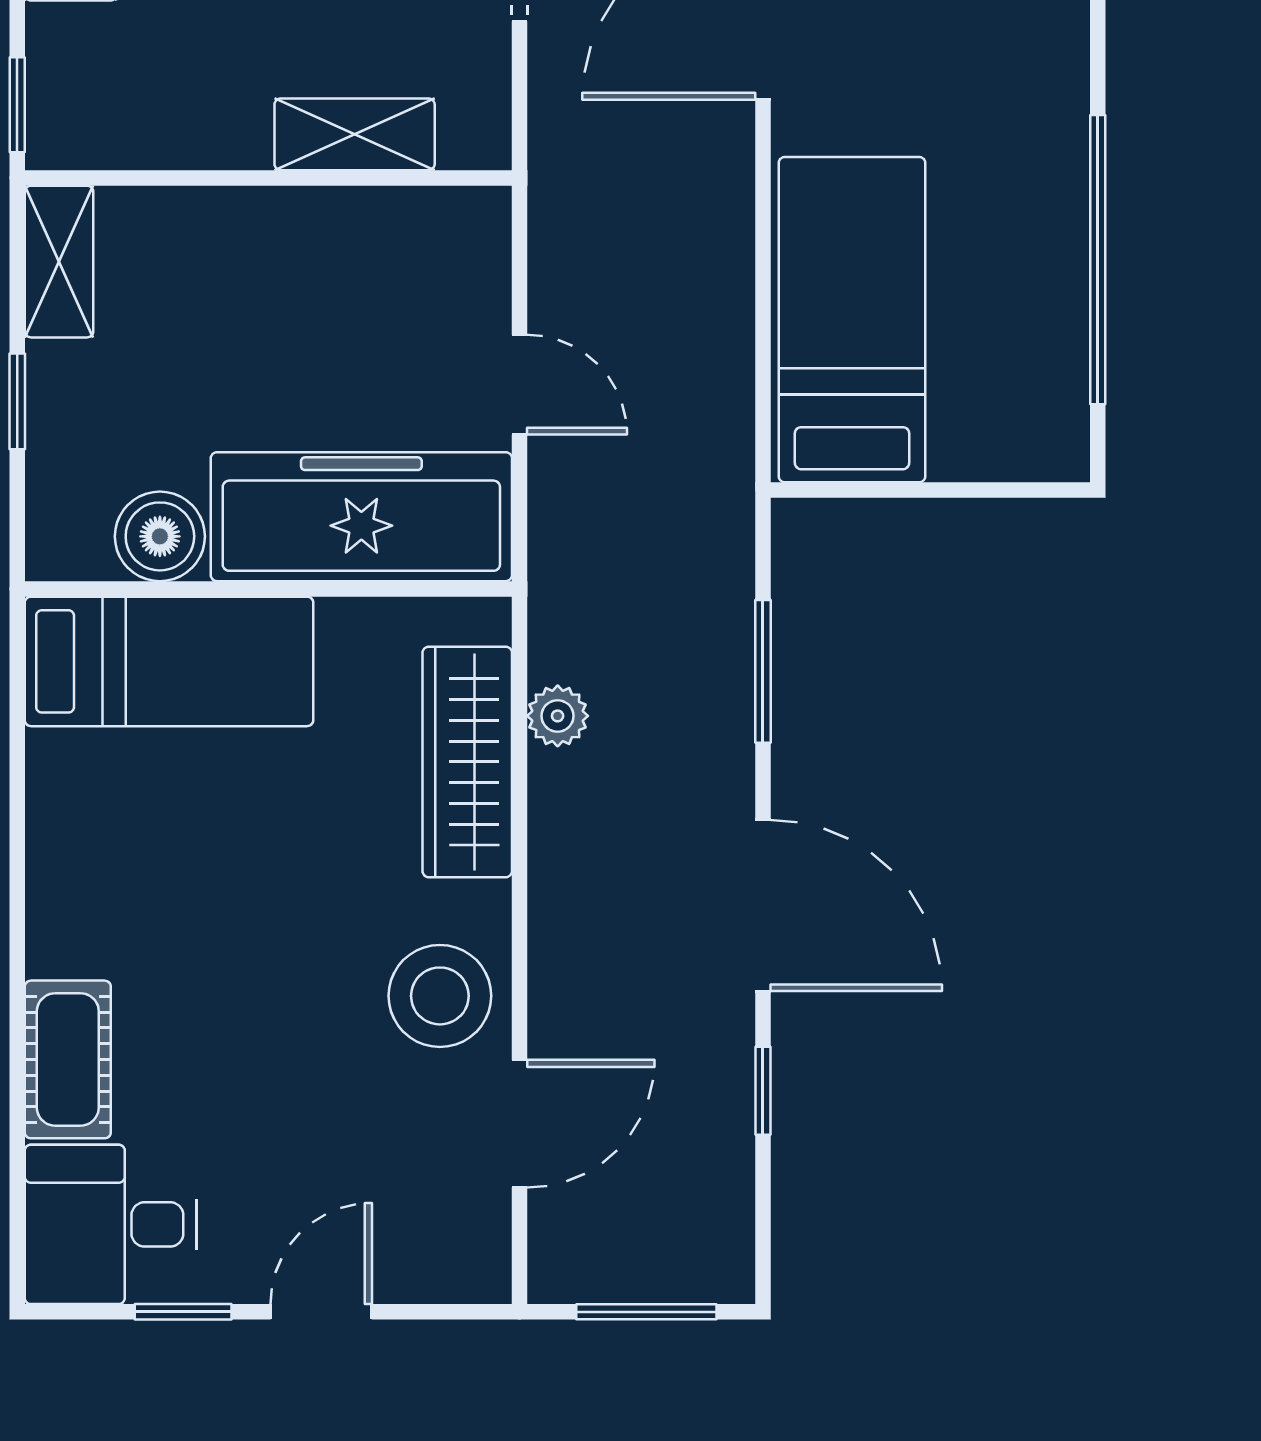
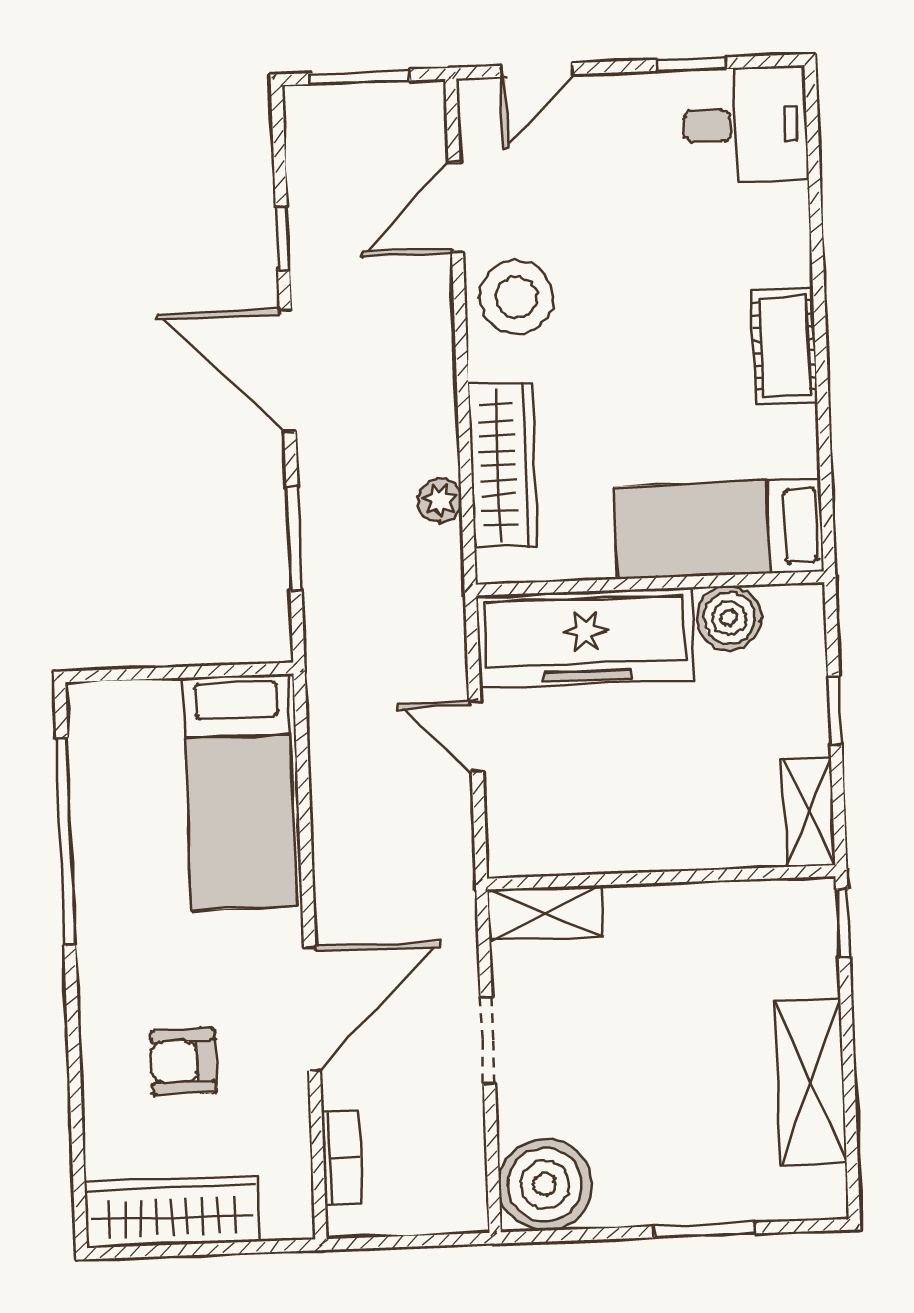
shelving: (355, 134) -> (546, 913), moved
cot: (68, 1059) -> (785, 346), moved
door: (321, 1312) -> (536, 70), moved

